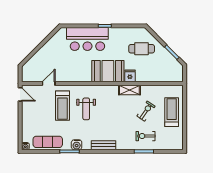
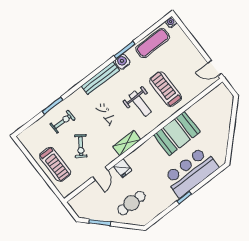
booth: (108, 71) -> (177, 133), moved
door: (49, 84) -> (100, 174), moved
shelving: (129, 90) -> (127, 143), moved
weight bench: (86, 109) -> (140, 104), turned 180
bench: (103, 145) -> (101, 78), width x1.36

